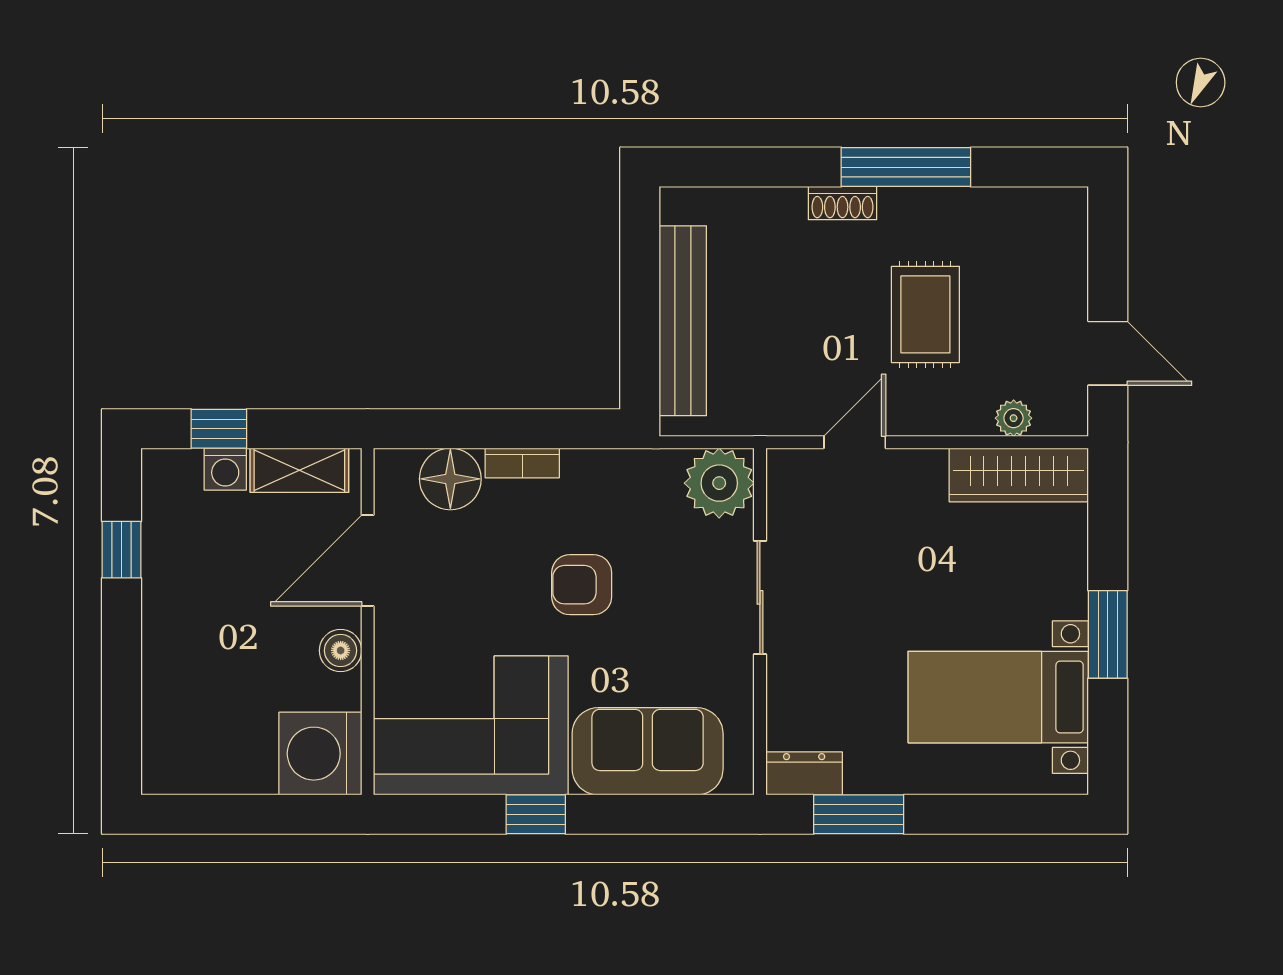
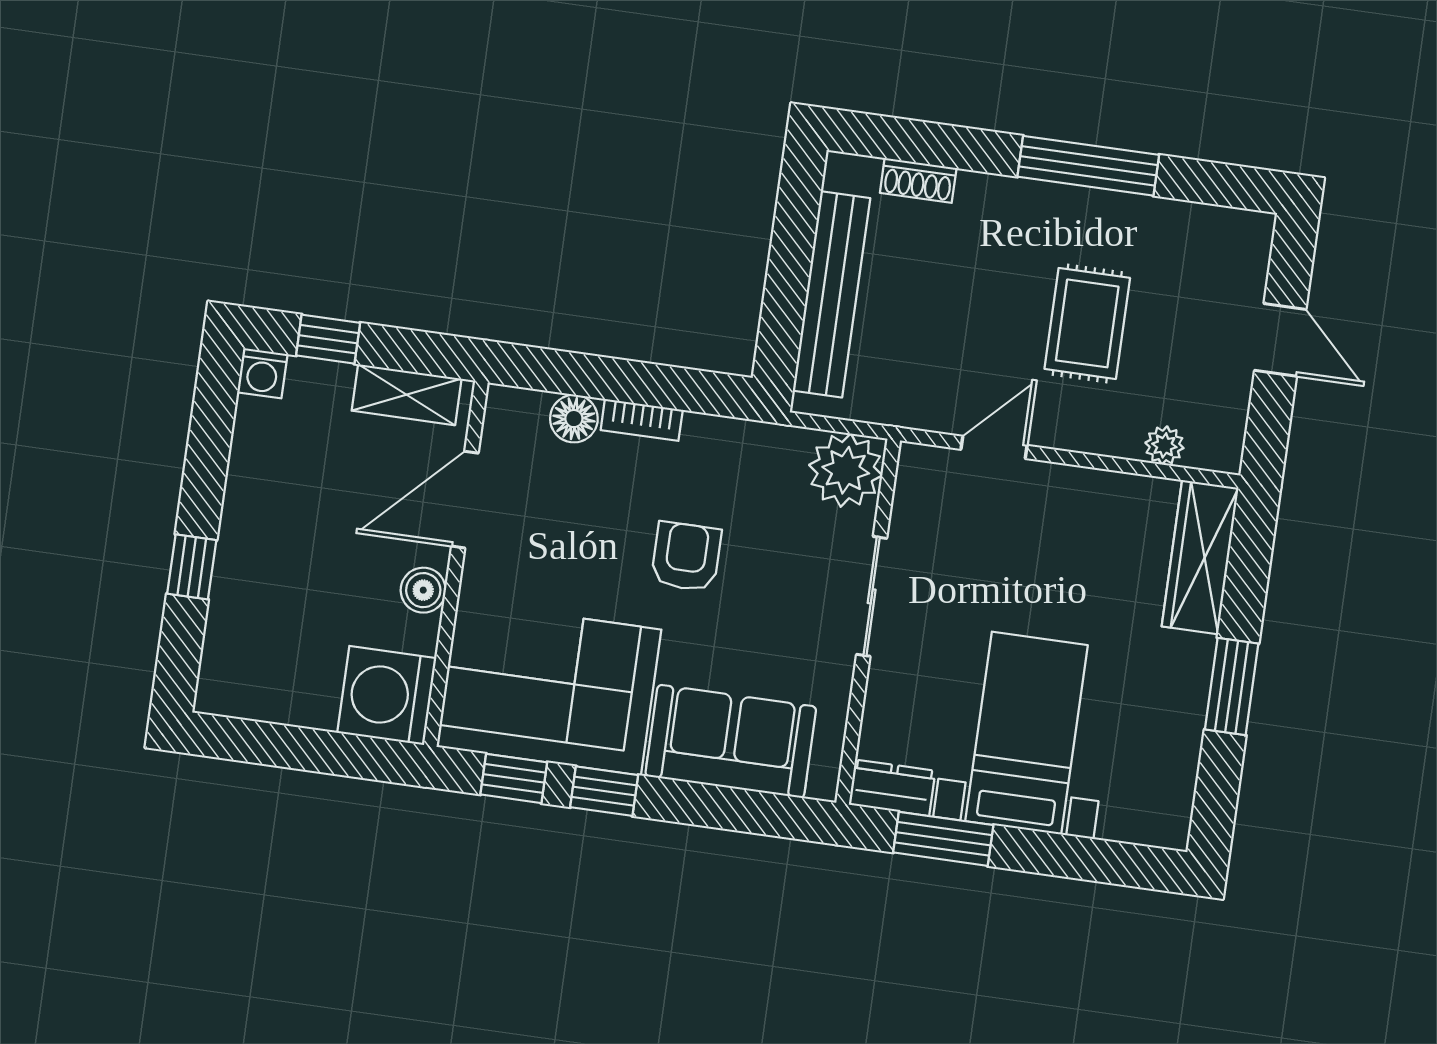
shoe rack: (842, 203) -> (918, 180), moved
door: (1108, 353) -> (1280, 340), moved
washing machine: (225, 469) -> (262, 373), moved
wardrobe: (1019, 475) -> (1200, 557), moved, turned 90
floor lamp: (450, 479) -> (574, 419), width x0.73, depth x0.73
window: (121, 550) -> (192, 567), moved
armchair: (582, 585) -> (686, 557), turned 90
bed with nightstands: (998, 697) -> (1027, 733), moved, turned 90
window: (450, 814) -> (514, 778), added

